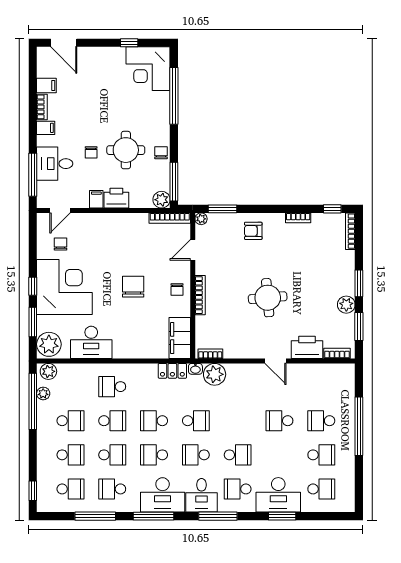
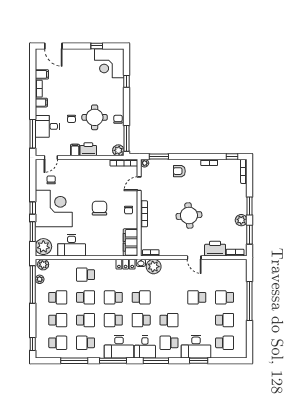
window: (174, 96) -> (127, 81), width x0.32

